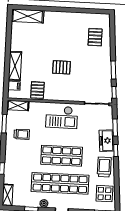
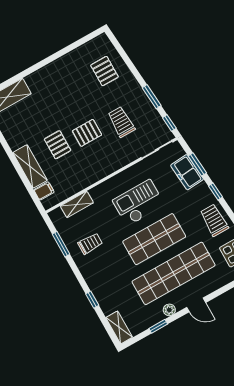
trolley: (86, 74) -> (121, 122), added
pallet: (37, 90) -> (58, 145), moved
shelving: (18, 106) -> (77, 204), moved
checkout: (62, 117) -> (139, 203), moved, turned 180
freezer: (106, 141) -> (187, 172), moved

